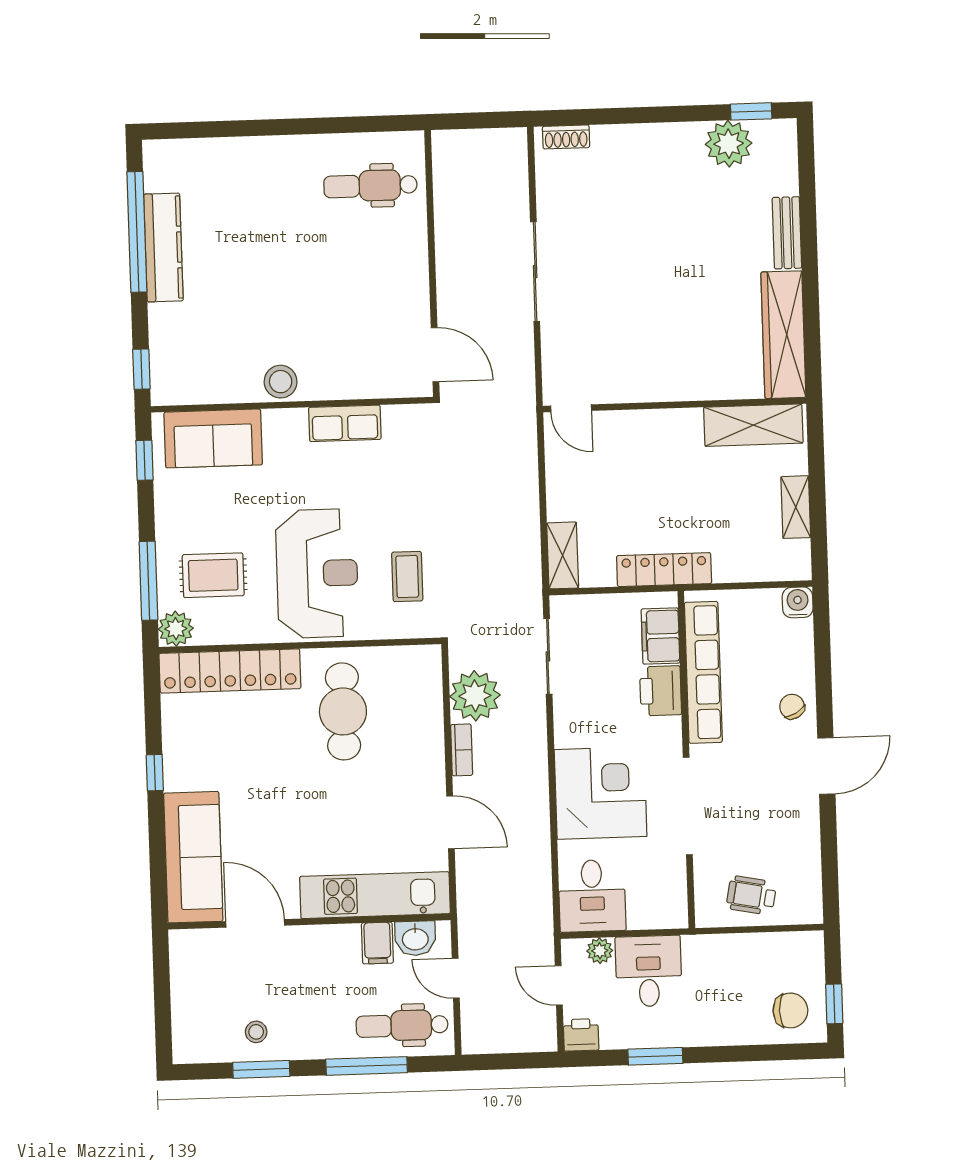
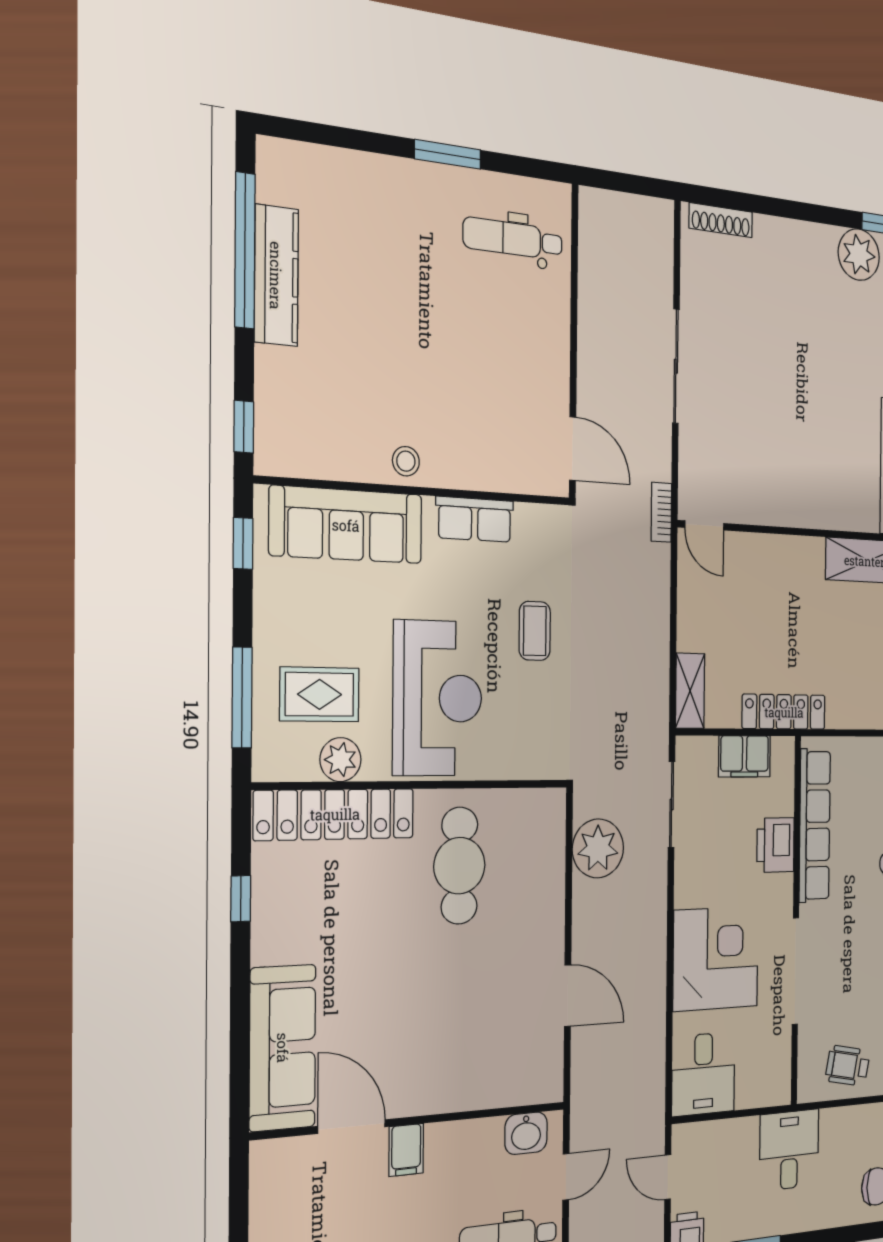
window: (307, 126) -> (448, 154), added
shoe rack: (566, 137) -> (721, 220), width x1.43
stool: (281, 382) -> (406, 461), width x0.73, depth x0.73
sofa: (213, 438) -> (346, 525), width x1.36
coffee table: (407, 577) -> (535, 631), moved
plant: (176, 629) -> (340, 760), moved
filing cabinet: (660, 636) -> (745, 756), moved, turned -90
bookcase: (462, 750) -> (661, 512), moved, turned 180
window: (155, 773) -> (241, 899), moved
kitchen unit: (375, 895) -> (485, 1085), removed
filing cabinet: (377, 943) -> (406, 1150), moved
plant: (600, 951) -> (708, 1135), removed
desk: (649, 971) -> (789, 1150), moved
door: (456, 978) -> (566, 1177), swing flipped

